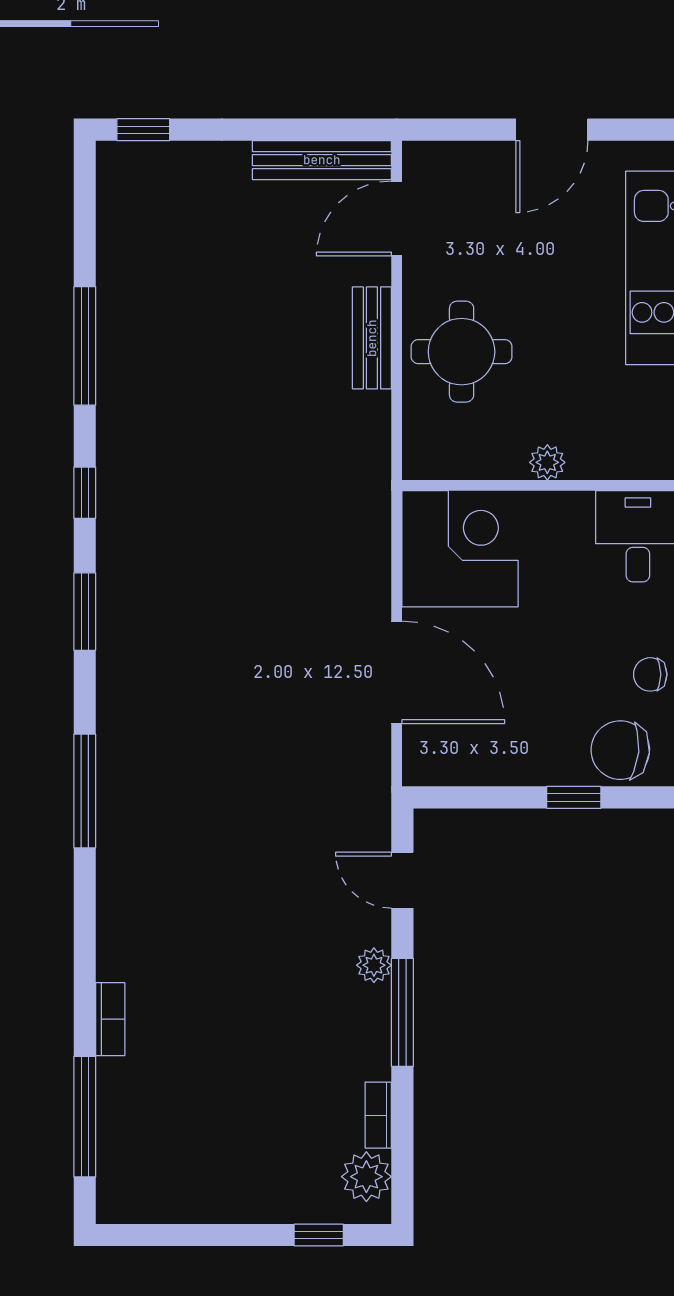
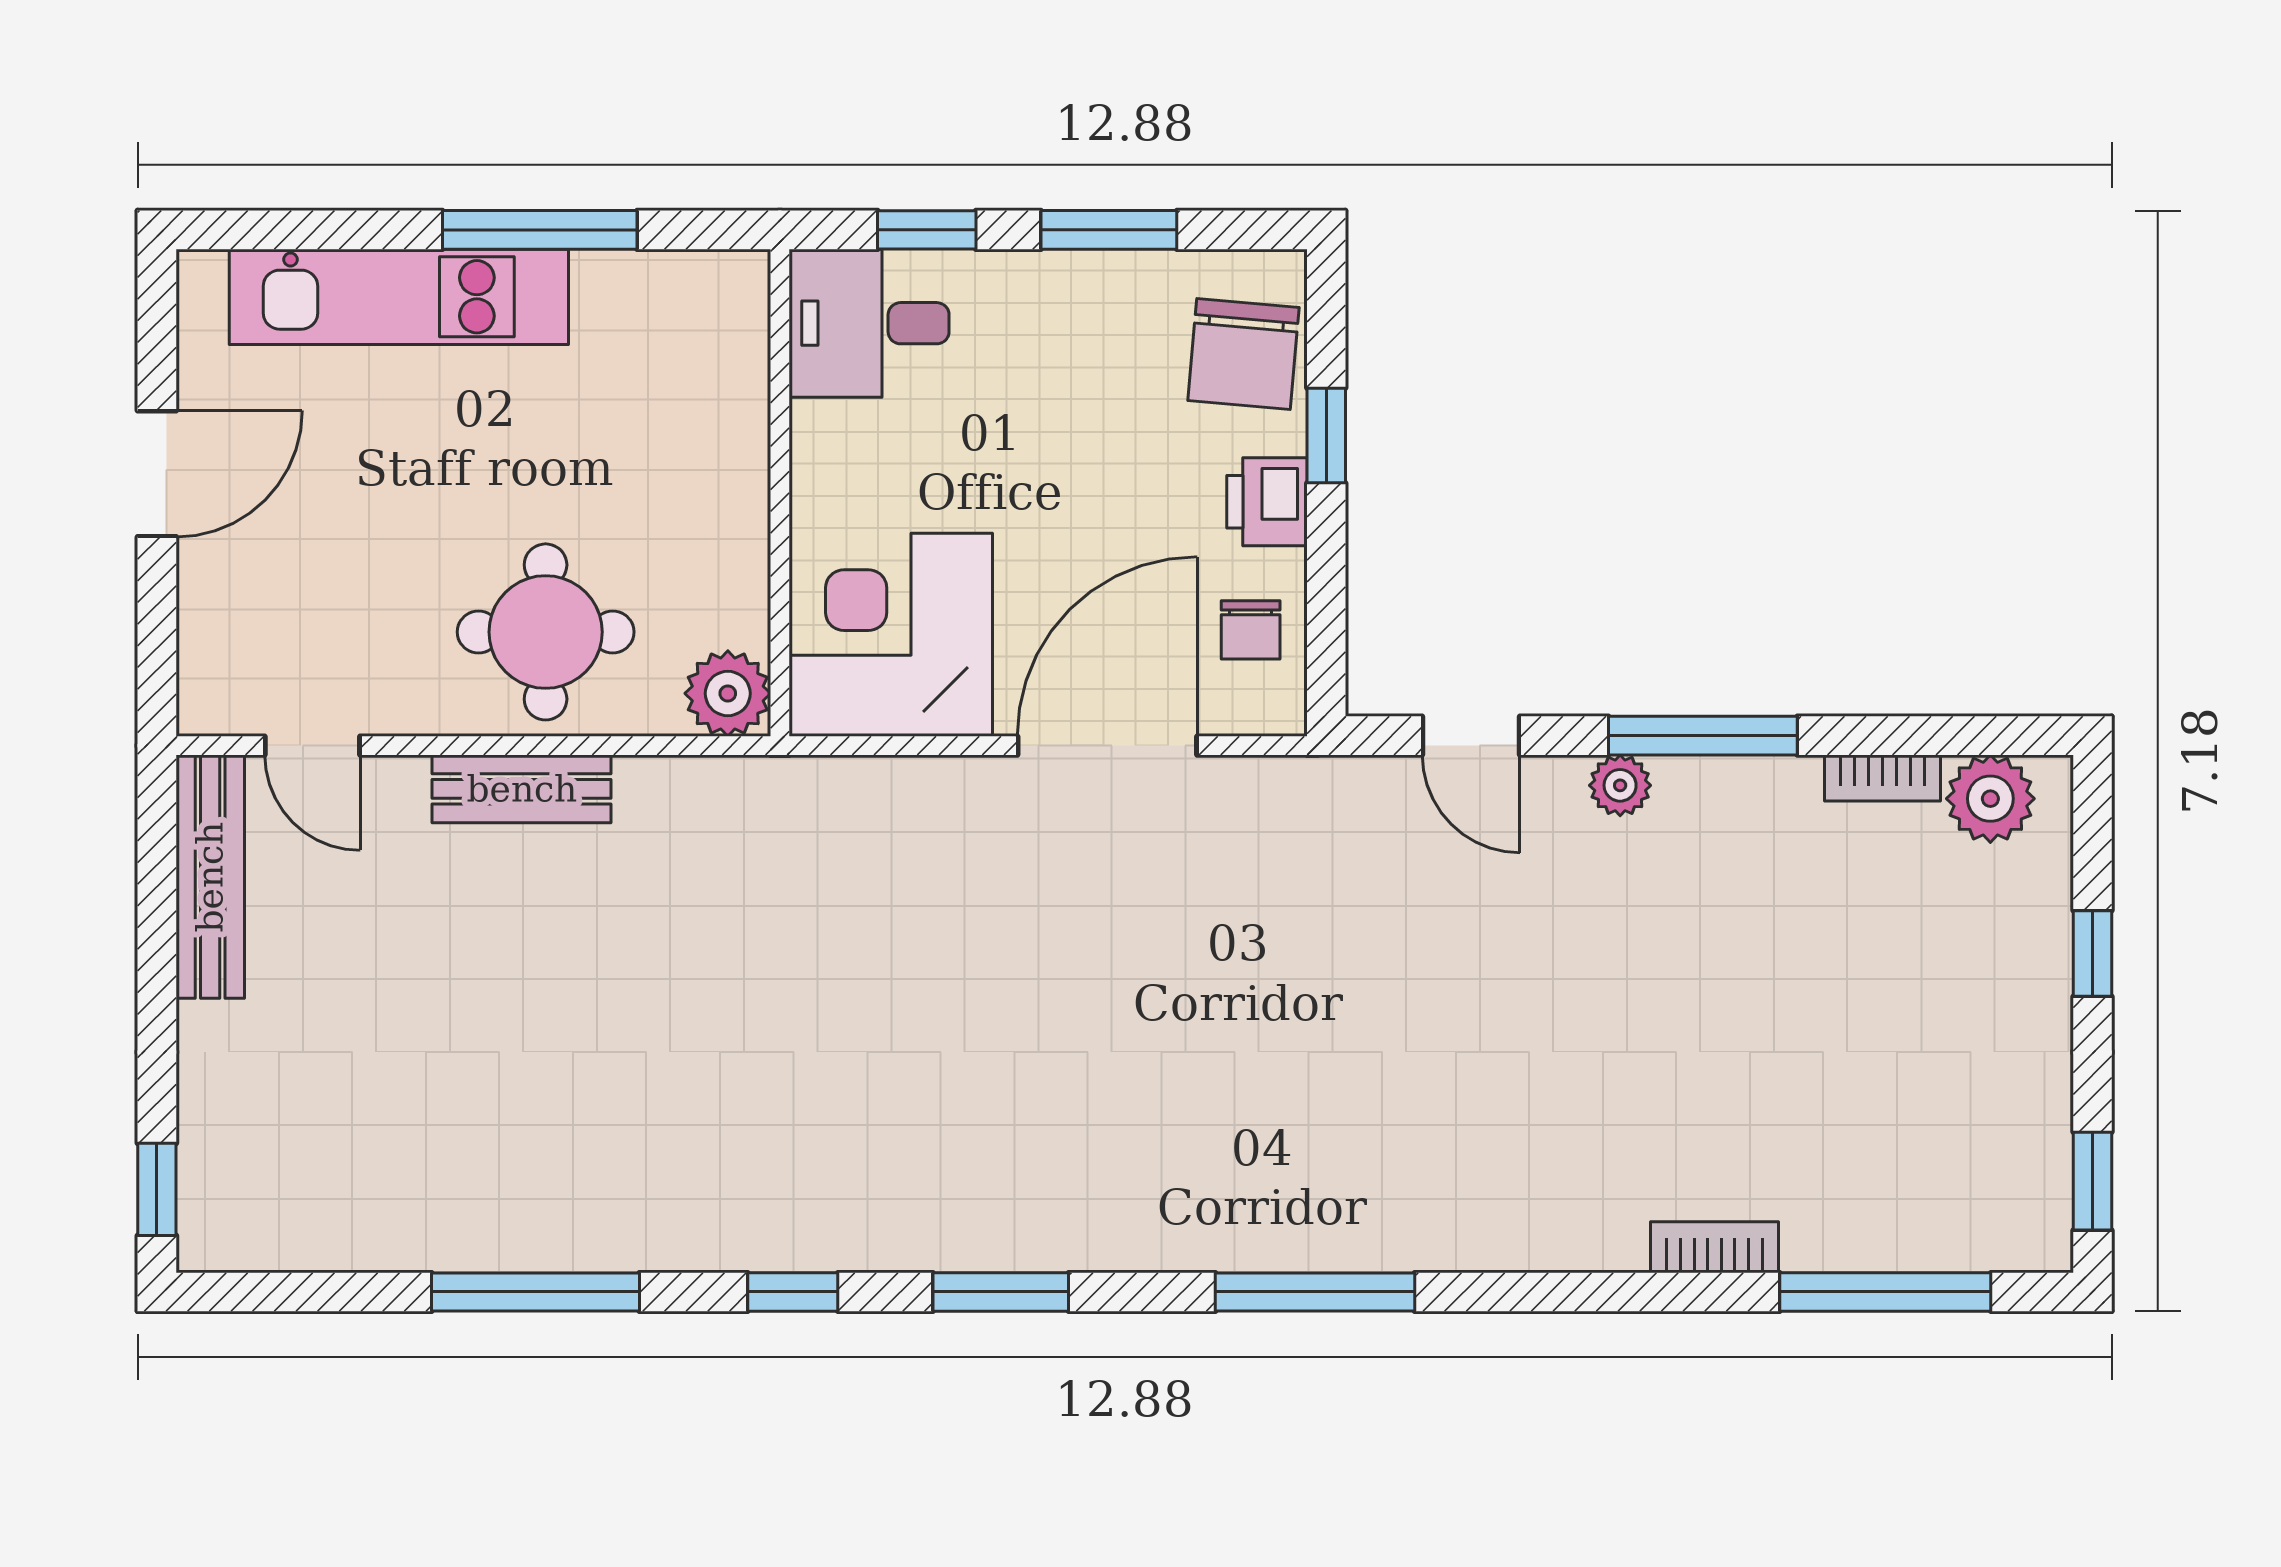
door: (552, 130) -> (157, 474), hinge flipped
door: (397, 219) -> (312, 746), width x0.73
plant: (547, 462) -> (728, 693), moved, width x1.38, depth x1.38
chair: (650, 674) -> (1251, 630), moved
printer: (536, 764) -> (1267, 502), added
door: (402, 880) -> (1471, 736), hinge flipped
window: (148, 1235) -> (2092, 1181), added
window: (319, 1235) -> (2092, 953), moved

